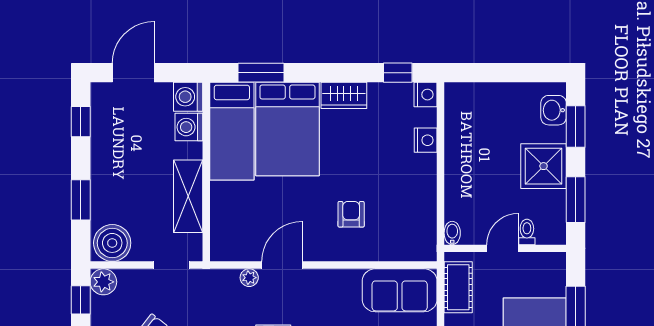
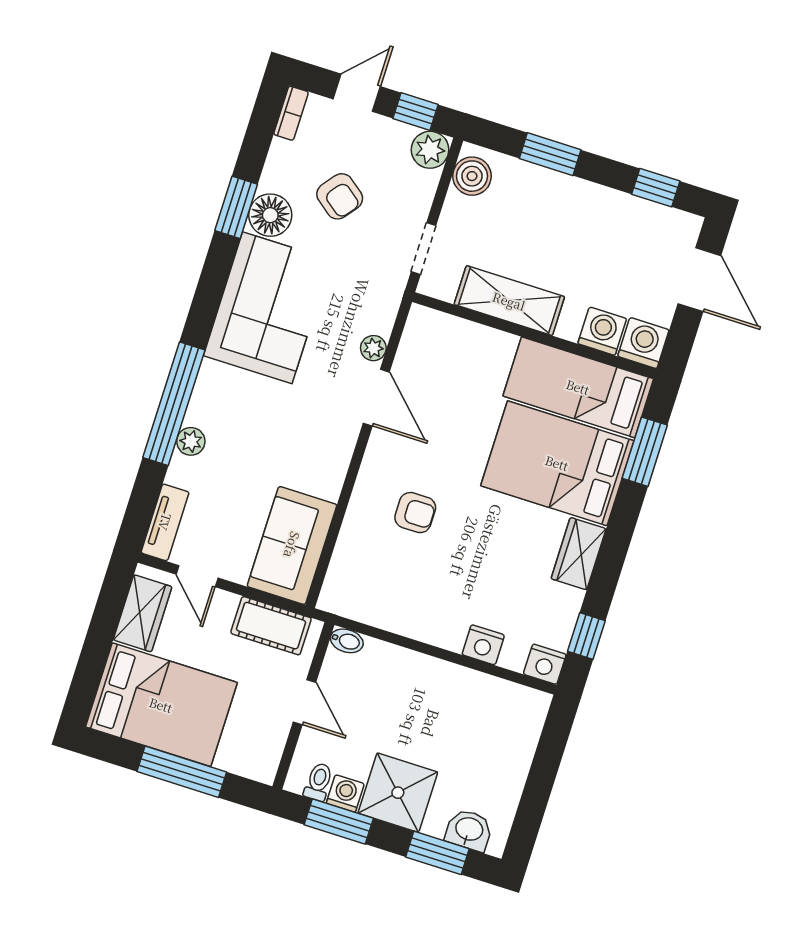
washing machine: (555, 201) -> (345, 793), added
toilet: (527, 232) -> (318, 782), moved, turned -90
boiler: (112, 243) -> (472, 176), width x0.73, depth x0.73

